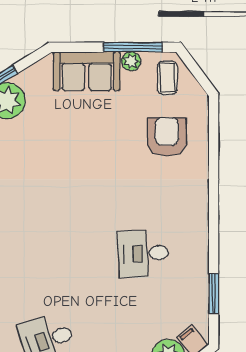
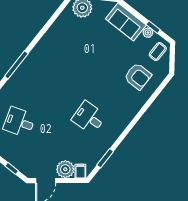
window: (133, 47) -> (153, 27), width x0.46
armchair: (167, 137) -> (138, 76), turned 90

